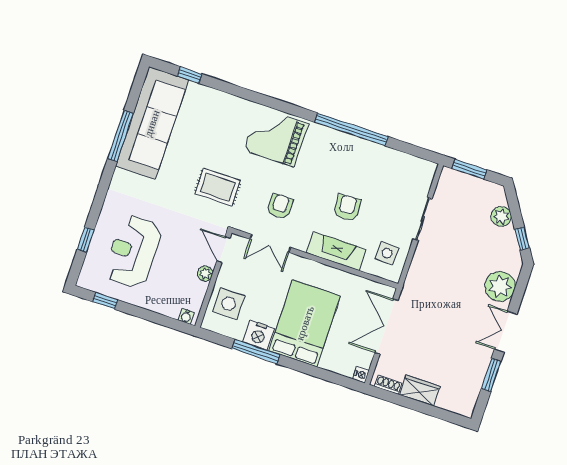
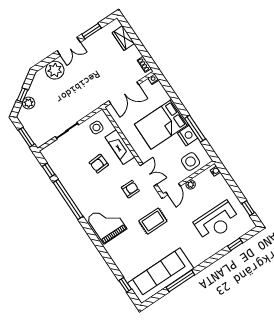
grand piano: (276, 137) -> (107, 223), turned 180
window: (406, 148) -> (49, 170), added
rug: (218, 187) -> (153, 221), turned 90
armchair: (280, 206) -> (130, 189), turned 180
window: (522, 239) -> (22, 95), moved
wardrobe: (420, 391) -> (123, 38), moved

